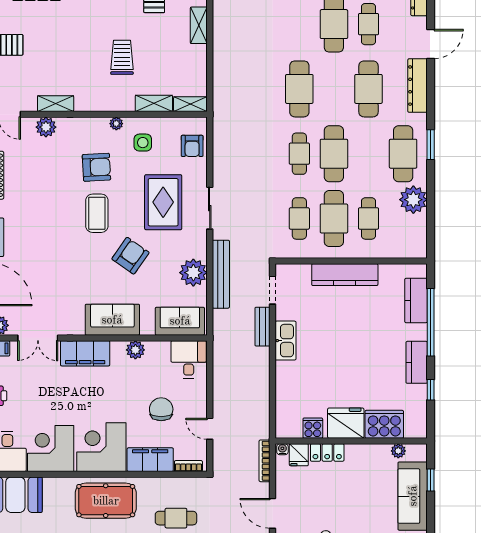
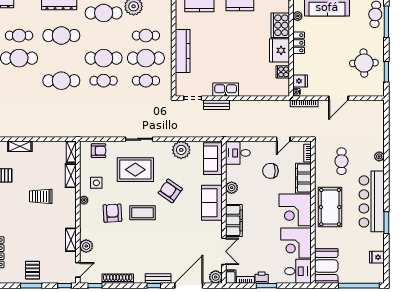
bench: (221, 274) -> (182, 132), removed
locker: (327, 452) -> (299, 43), moved

